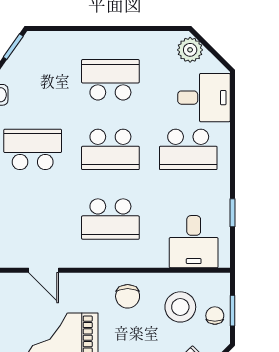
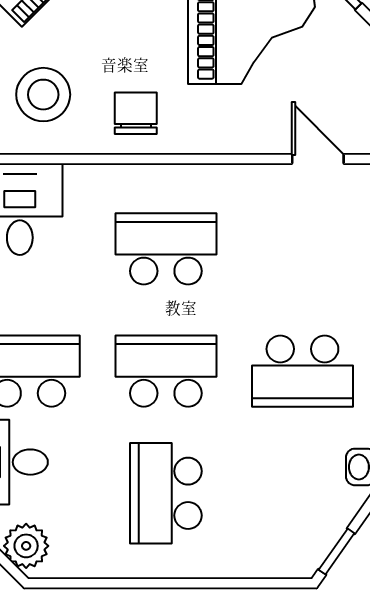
school desk: (110, 80) -> (166, 493), turned 90
door: (44, 270) -> (318, 159), moved

